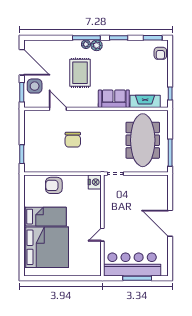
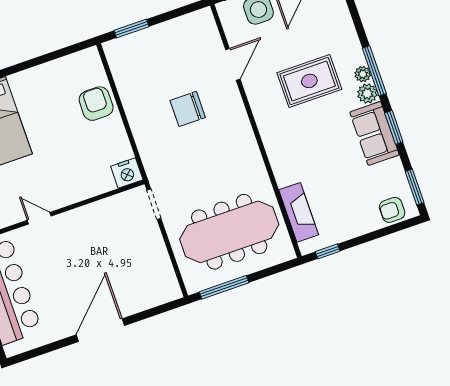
sofa: (114, 99) -> (374, 133), moved, turned 180
bed: (45, 217) -> (36, 107), removed

